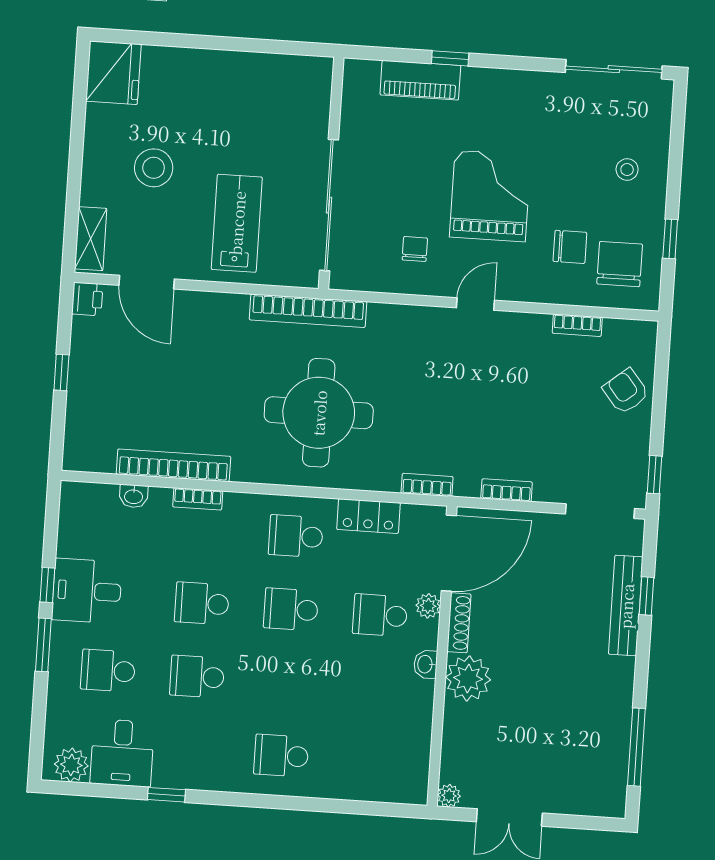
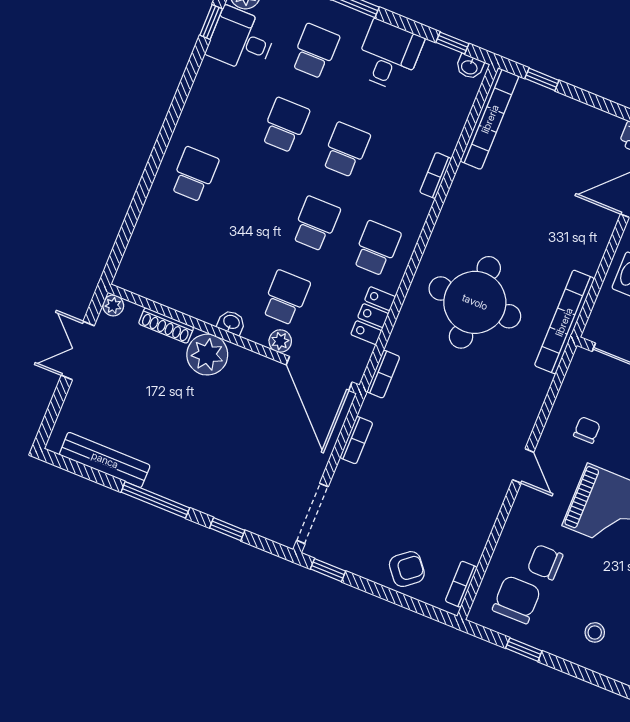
chair: (570, 247) -> (545, 562), turned 90
chair: (415, 249) -> (587, 430), turned -90
chair: (620, 264) -> (517, 600), turned -90
bookcase: (577, 325) -> (461, 584), moved
window: (61, 372) -> (542, 79), moved
bookcase: (173, 465) -> (490, 119), moved
washbasin: (134, 496) -> (470, 67), moved, turned -90
window: (47, 585) -> (452, 43), moved
bench: (626, 606) -> (105, 460), moved
shoe rack: (459, 623) -> (166, 326), moved
window: (636, 747) -> (155, 500), moved
window: (166, 795) -> (211, 22), moved

